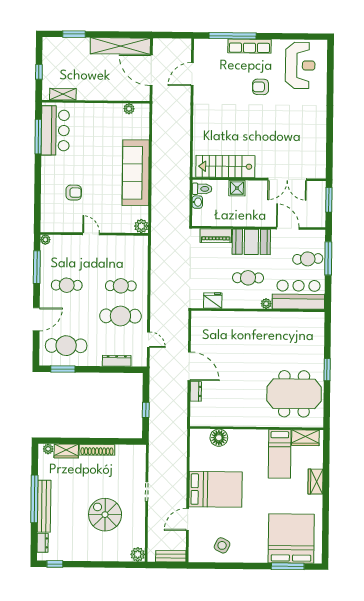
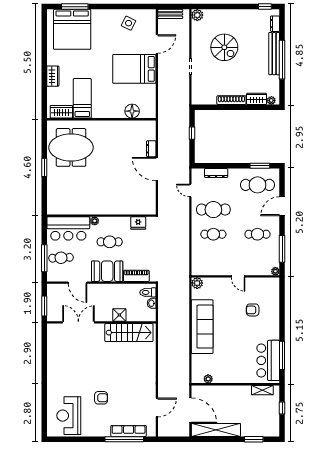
row of seats: (249, 46) -> (129, 431), moved
toilet: (202, 189) -> (148, 292), moved

